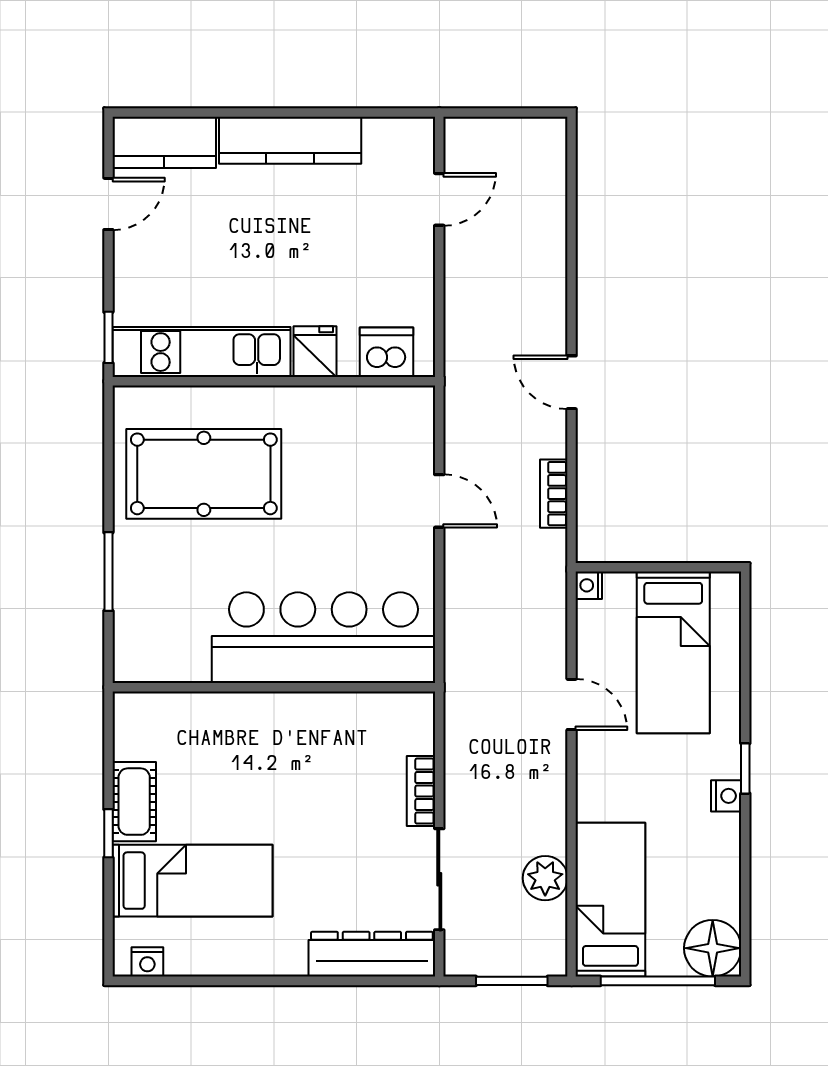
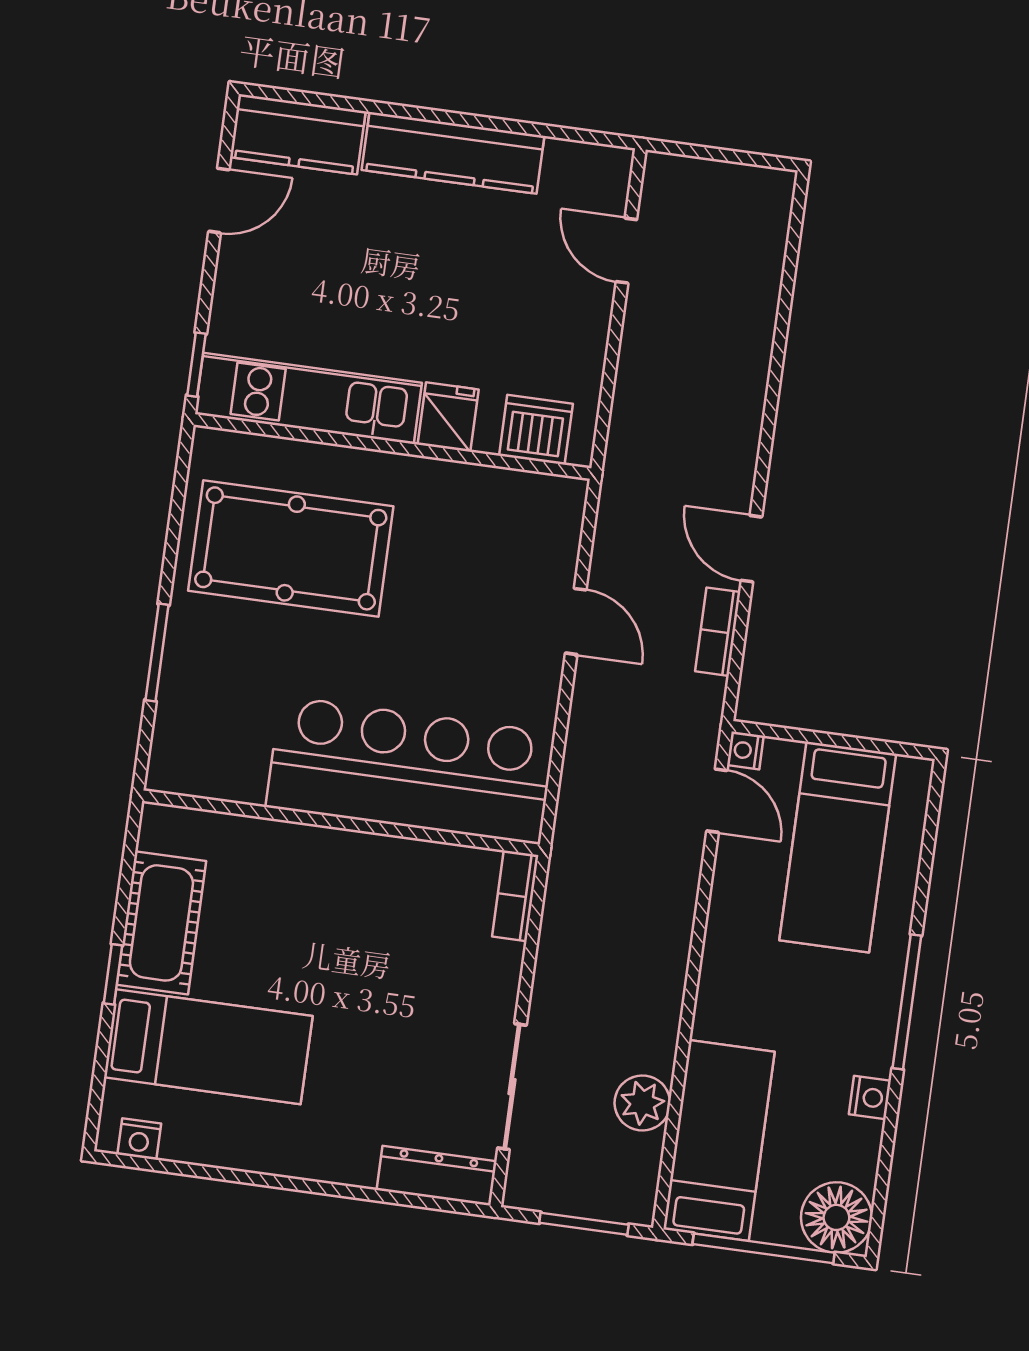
door: (439, 199) -> (626, 251), swing flipped
door: (572, 382) -> (751, 549), moved
door: (572, 704) -> (717, 801), moved
window: (745, 768) -> (907, 1002), width x2.17
bookcase: (421, 791) -> (515, 896), moved
nightstand: (726, 796) -> (870, 1097), moved
cot: (134, 802) -> (161, 923), width x1.37, depth x1.34
dresser: (372, 954) -> (437, 1176), width x0.73, depth x0.80

